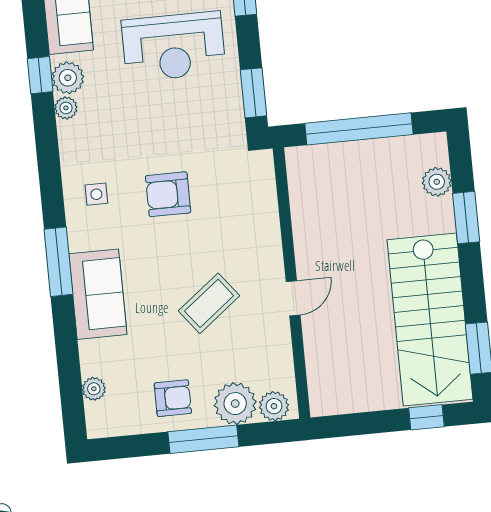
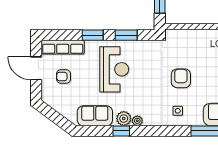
window: (253, 93) -> (126, 35), moved
armchair: (168, 194) -> (181, 78), turned 180

